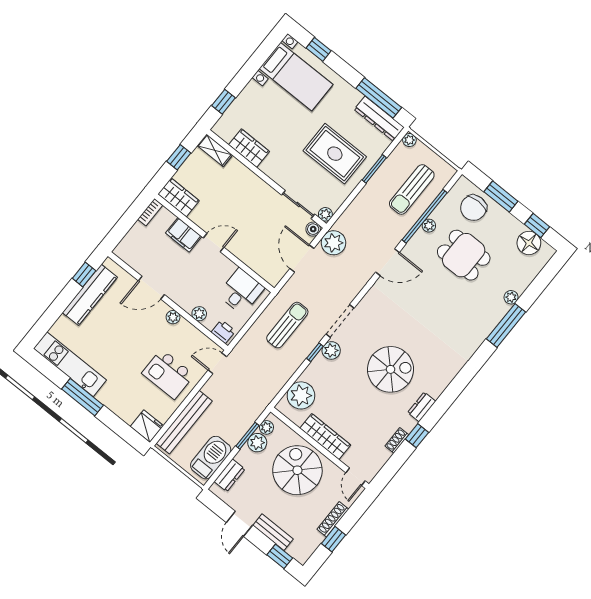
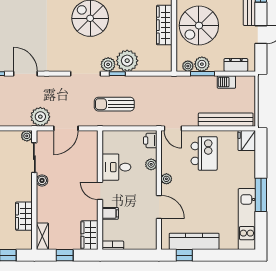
boiler: (313, 229) -> (42, 180), moved
filing cabinet: (184, 235) -> (110, 213), width x0.50
desk: (241, 291) -> (116, 167), moved
plant: (301, 395) -> (127, 61), moved
barbecue: (211, 458) -> (226, 82), width x0.53, depth x0.65

